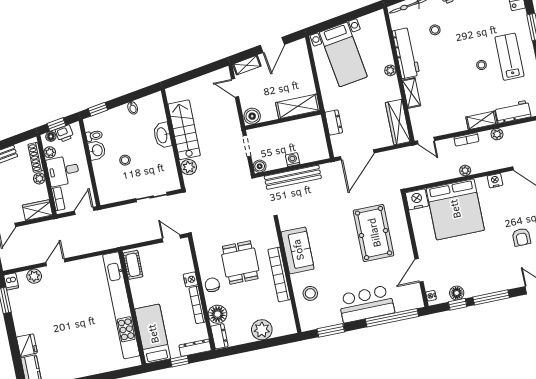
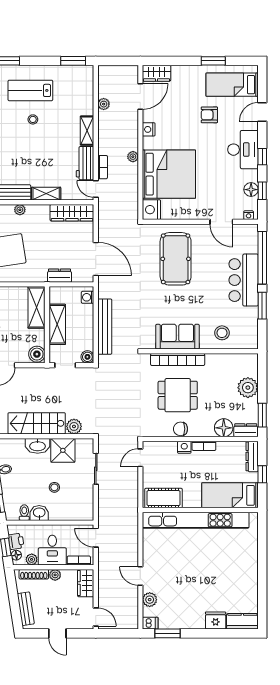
workbench: (513, 112) -> (85, 163), moved
shelving: (285, 130) -> (57, 324), added
plant: (497, 134) -> (104, 104), moved
bookcase: (466, 139) -> (103, 167), moved
door: (426, 141) -> (96, 189), swing flipped
washing machine: (293, 160) -> (88, 297), moved
shower: (163, 161) -> (63, 450), added
pool table: (374, 233) -> (176, 259), turned 90
armchair: (521, 237) -> (209, 115), turned 180
cot: (133, 265) -> (163, 498), width x1.37, depth x1.34
bookcase: (279, 274) -> (178, 359), moved
desk: (494, 277) -> (243, 150), added
chair: (212, 285) -> (181, 429), moved
window: (491, 297) -> (262, 157), width x0.46
bookcase: (197, 305) -> (204, 446), width x0.64
window: (331, 330) -> (262, 306), moved
window: (238, 349) -> (262, 415), added

